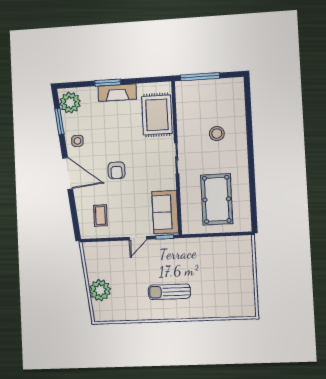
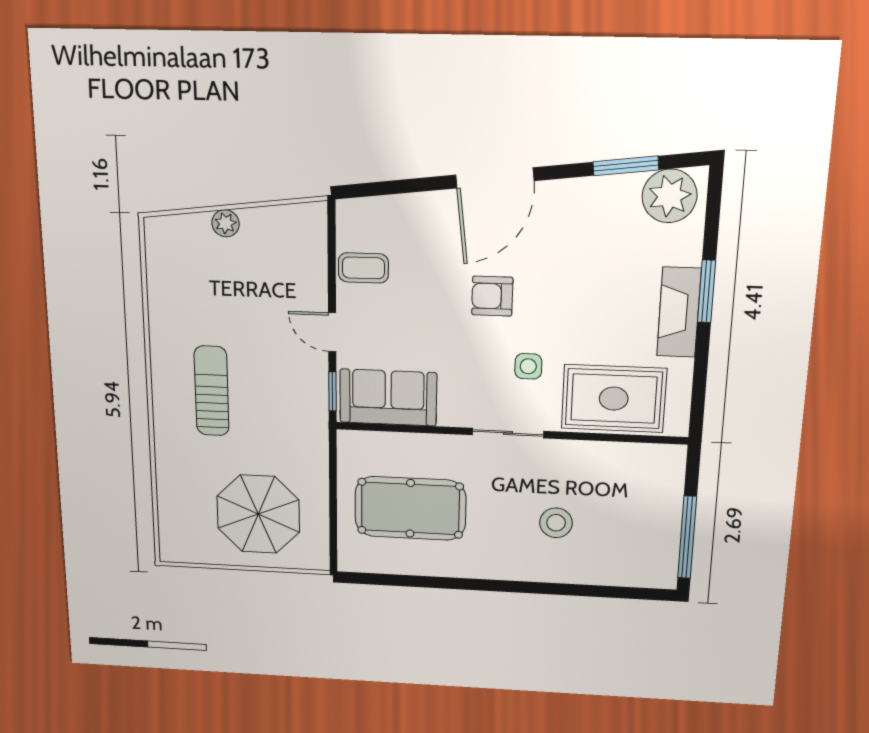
window: (200, 77) -> (687, 537), moved
side table: (77, 141) -> (528, 366), moved
coffee table: (100, 216) -> (363, 268), moved
parasol: (227, 269) -> (258, 514), added
plant: (100, 290) -> (226, 223), width x0.53, depth x0.53

